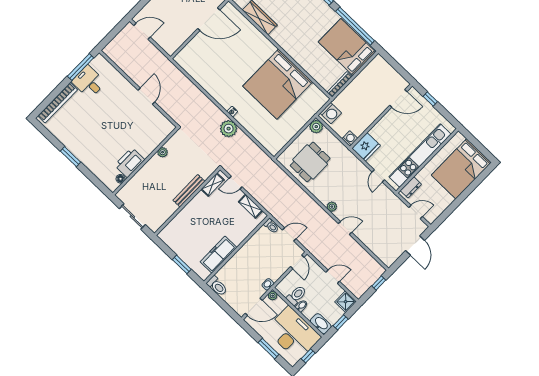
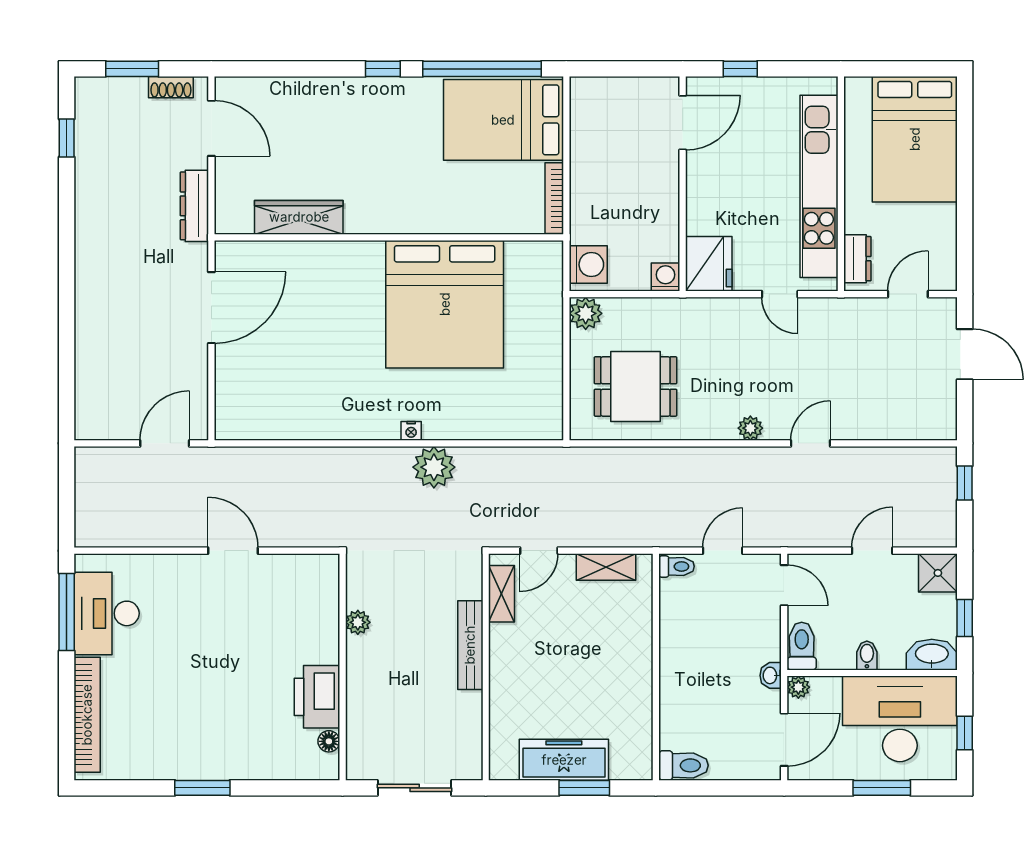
door: (142, 31) -> (165, 443), moved
desk: (89, 82) -> (107, 613), width x1.37
dining table: (310, 162) -> (635, 386), turned 90
freezer: (218, 255) -> (564, 760), moved, turned 90
toilet: (296, 295) -> (802, 646), moved

